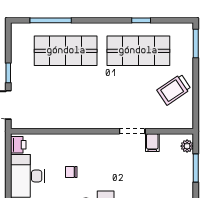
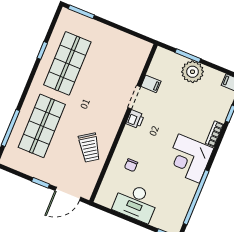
trolley: (174, 90) -> (89, 148), moved
printer: (18, 145) -> (135, 119), moved, turned 90
plant: (187, 146) -> (192, 72), moved, width x1.88, depth x1.88
chair: (71, 172) -> (131, 165), moved

